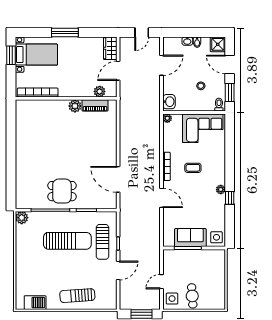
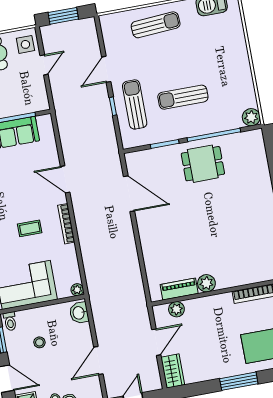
sun lounger: (67, 241) -> (183, 97), width x0.73, depth x0.75

